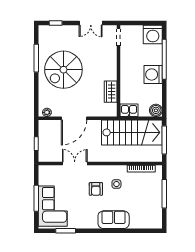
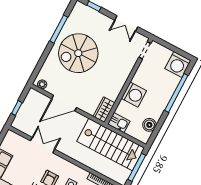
washing machine: (153, 74) -> (134, 95), moved, turned 180
wardrobe: (111, 92) -> (104, 110), moved
boiler: (156, 110) -> (149, 125), moved

